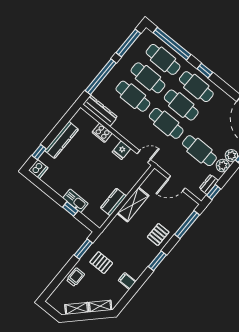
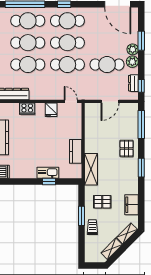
door: (144, 157) -> (71, 101), hinge flipped
shelving: (133, 205) -> (91, 169), moved
window: (83, 249) -> (82, 216), moved
filing cabinet: (127, 281) -> (131, 205), width x2.00

